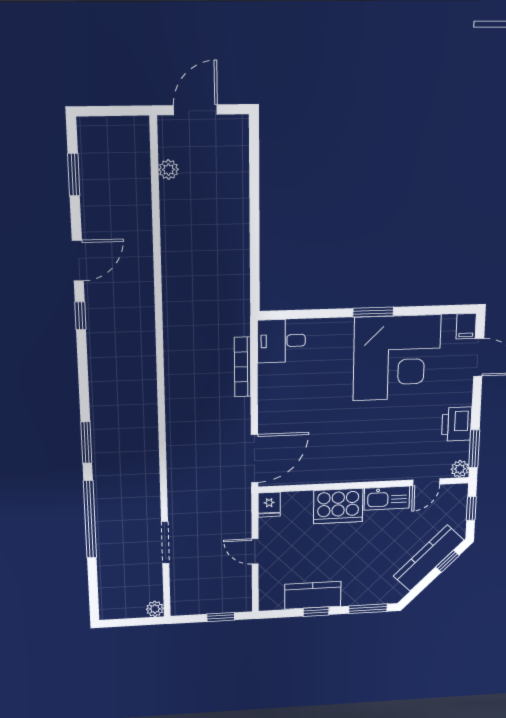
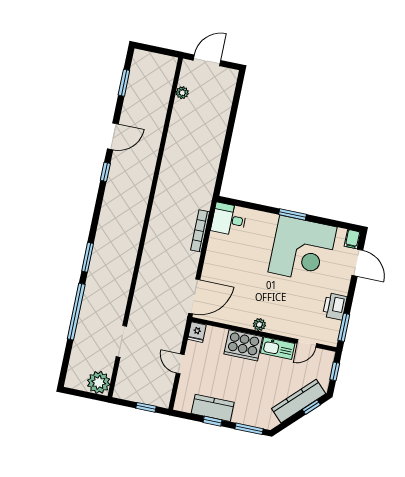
plant: (460, 469) -> (259, 325), moved
plant: (155, 609) -> (99, 382), width x1.88, depth x1.88

